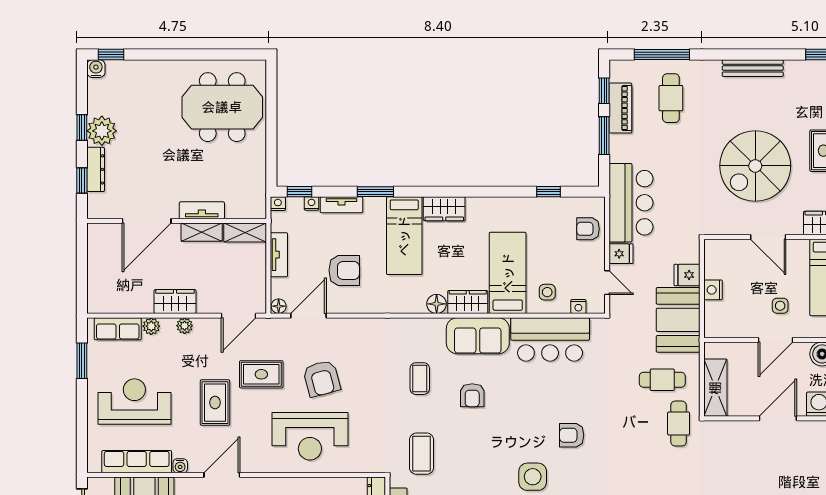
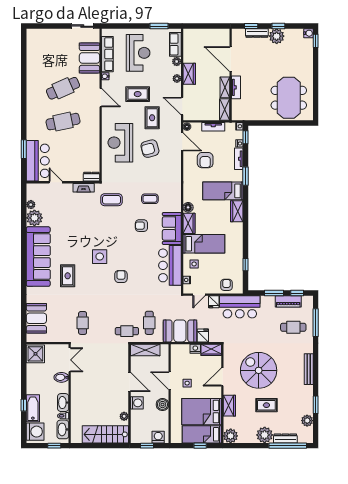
wardrobe: (715, 259) -> (211, 350), added

